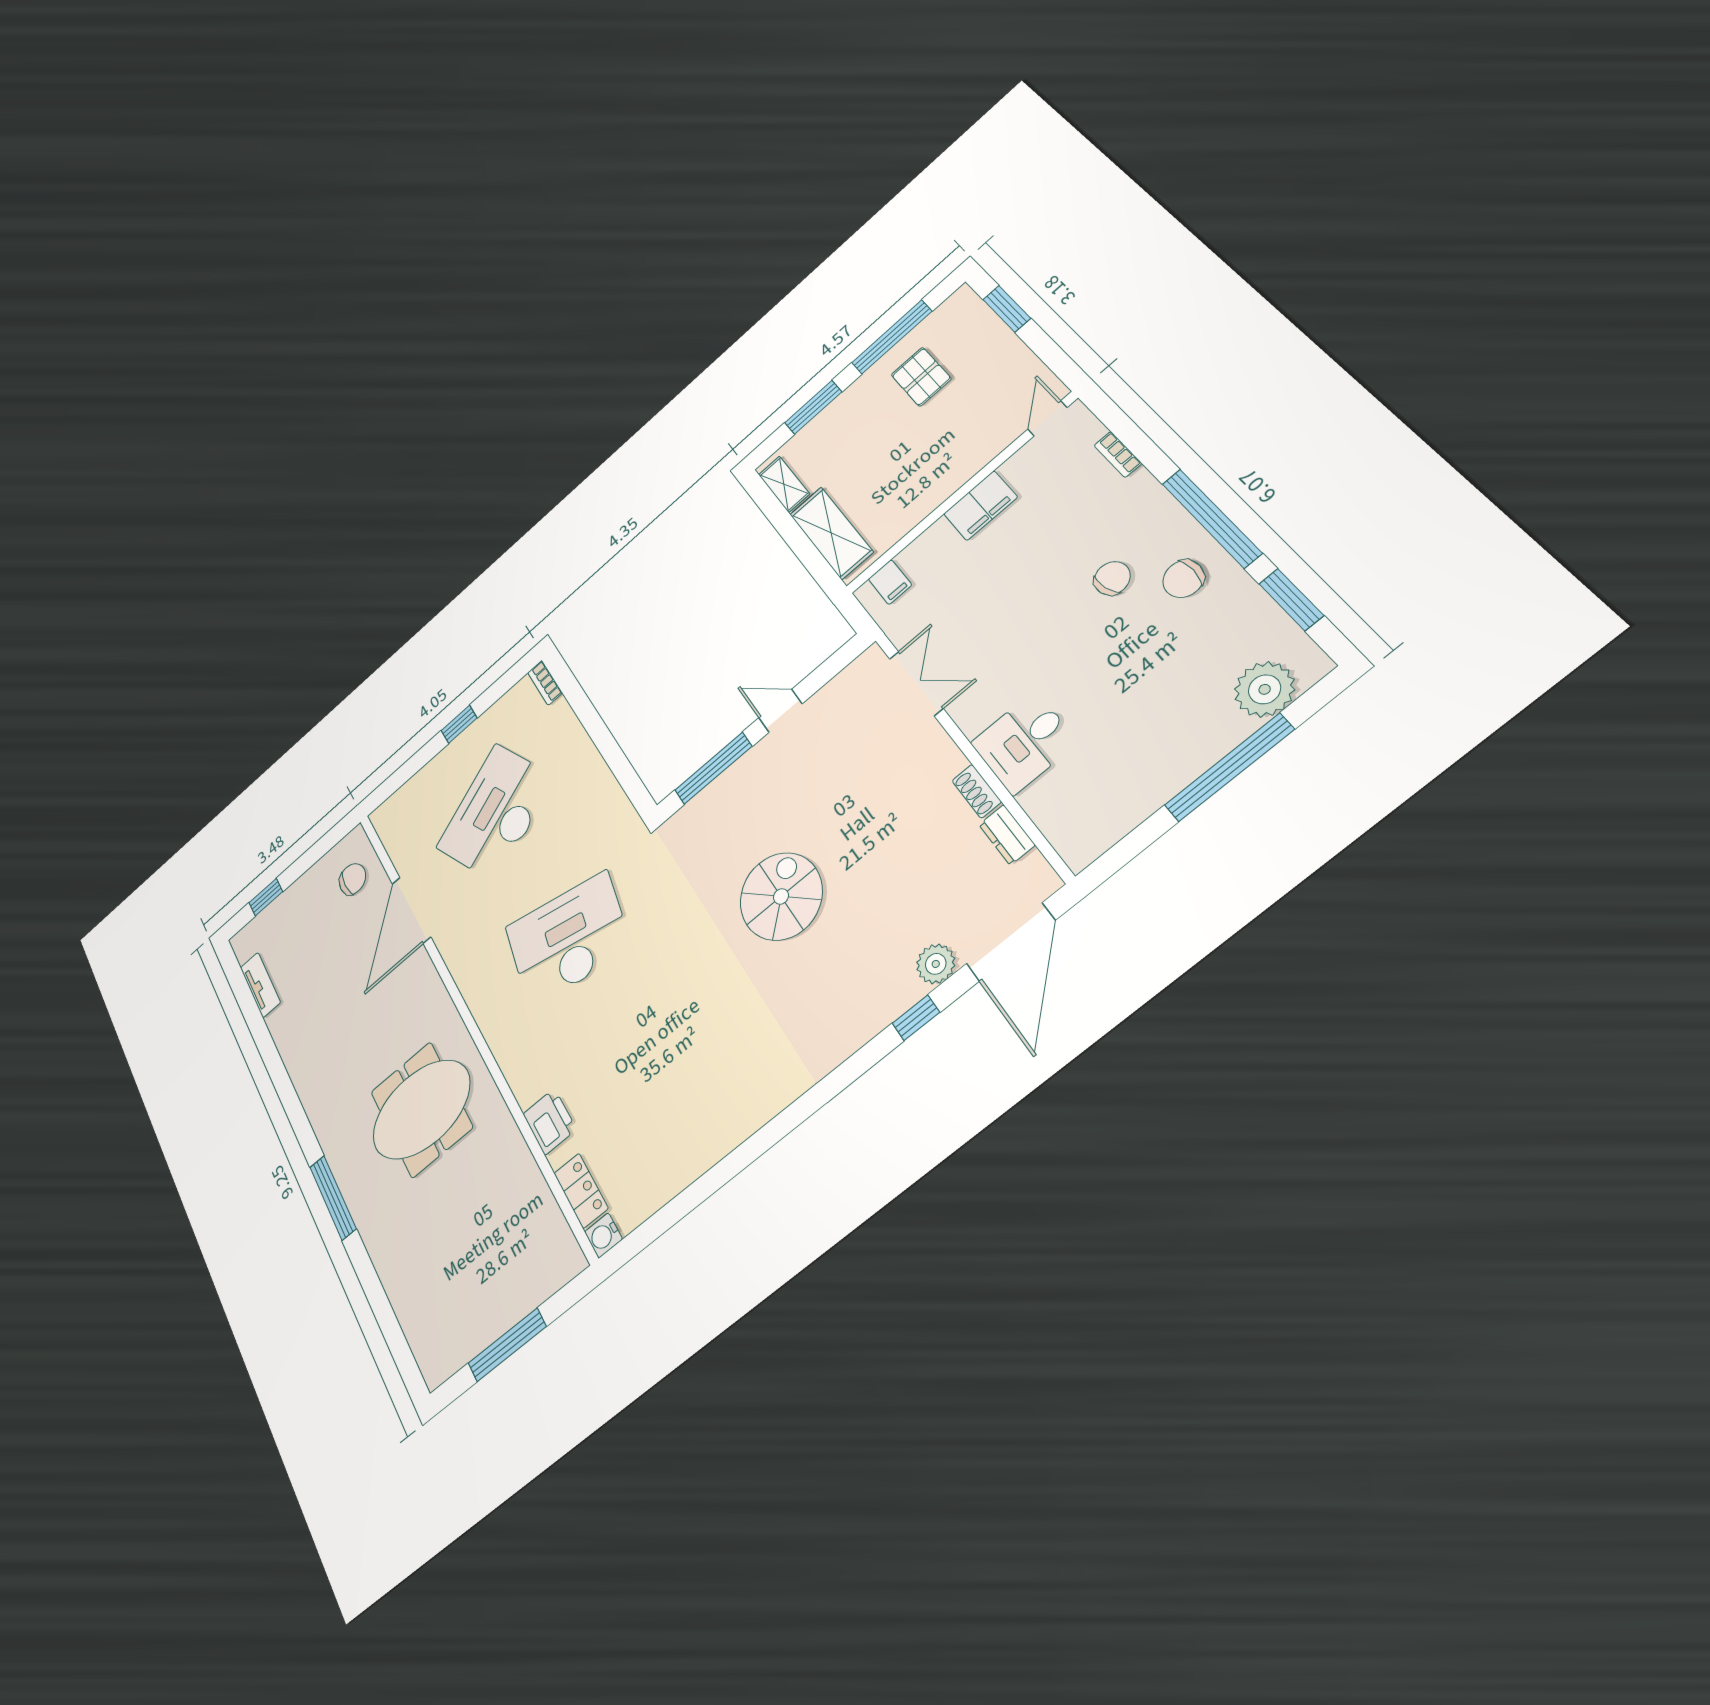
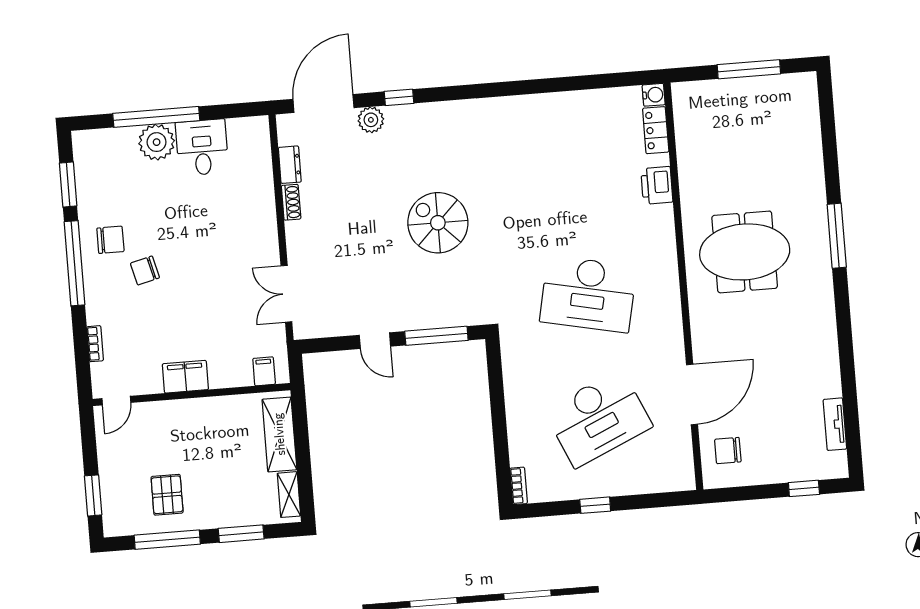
plant: (1265, 689) -> (157, 142), moved
desk: (1024, 743) -> (202, 147), moved, turned -90
spiral stairs: (781, 896) -> (438, 223), turned 90

